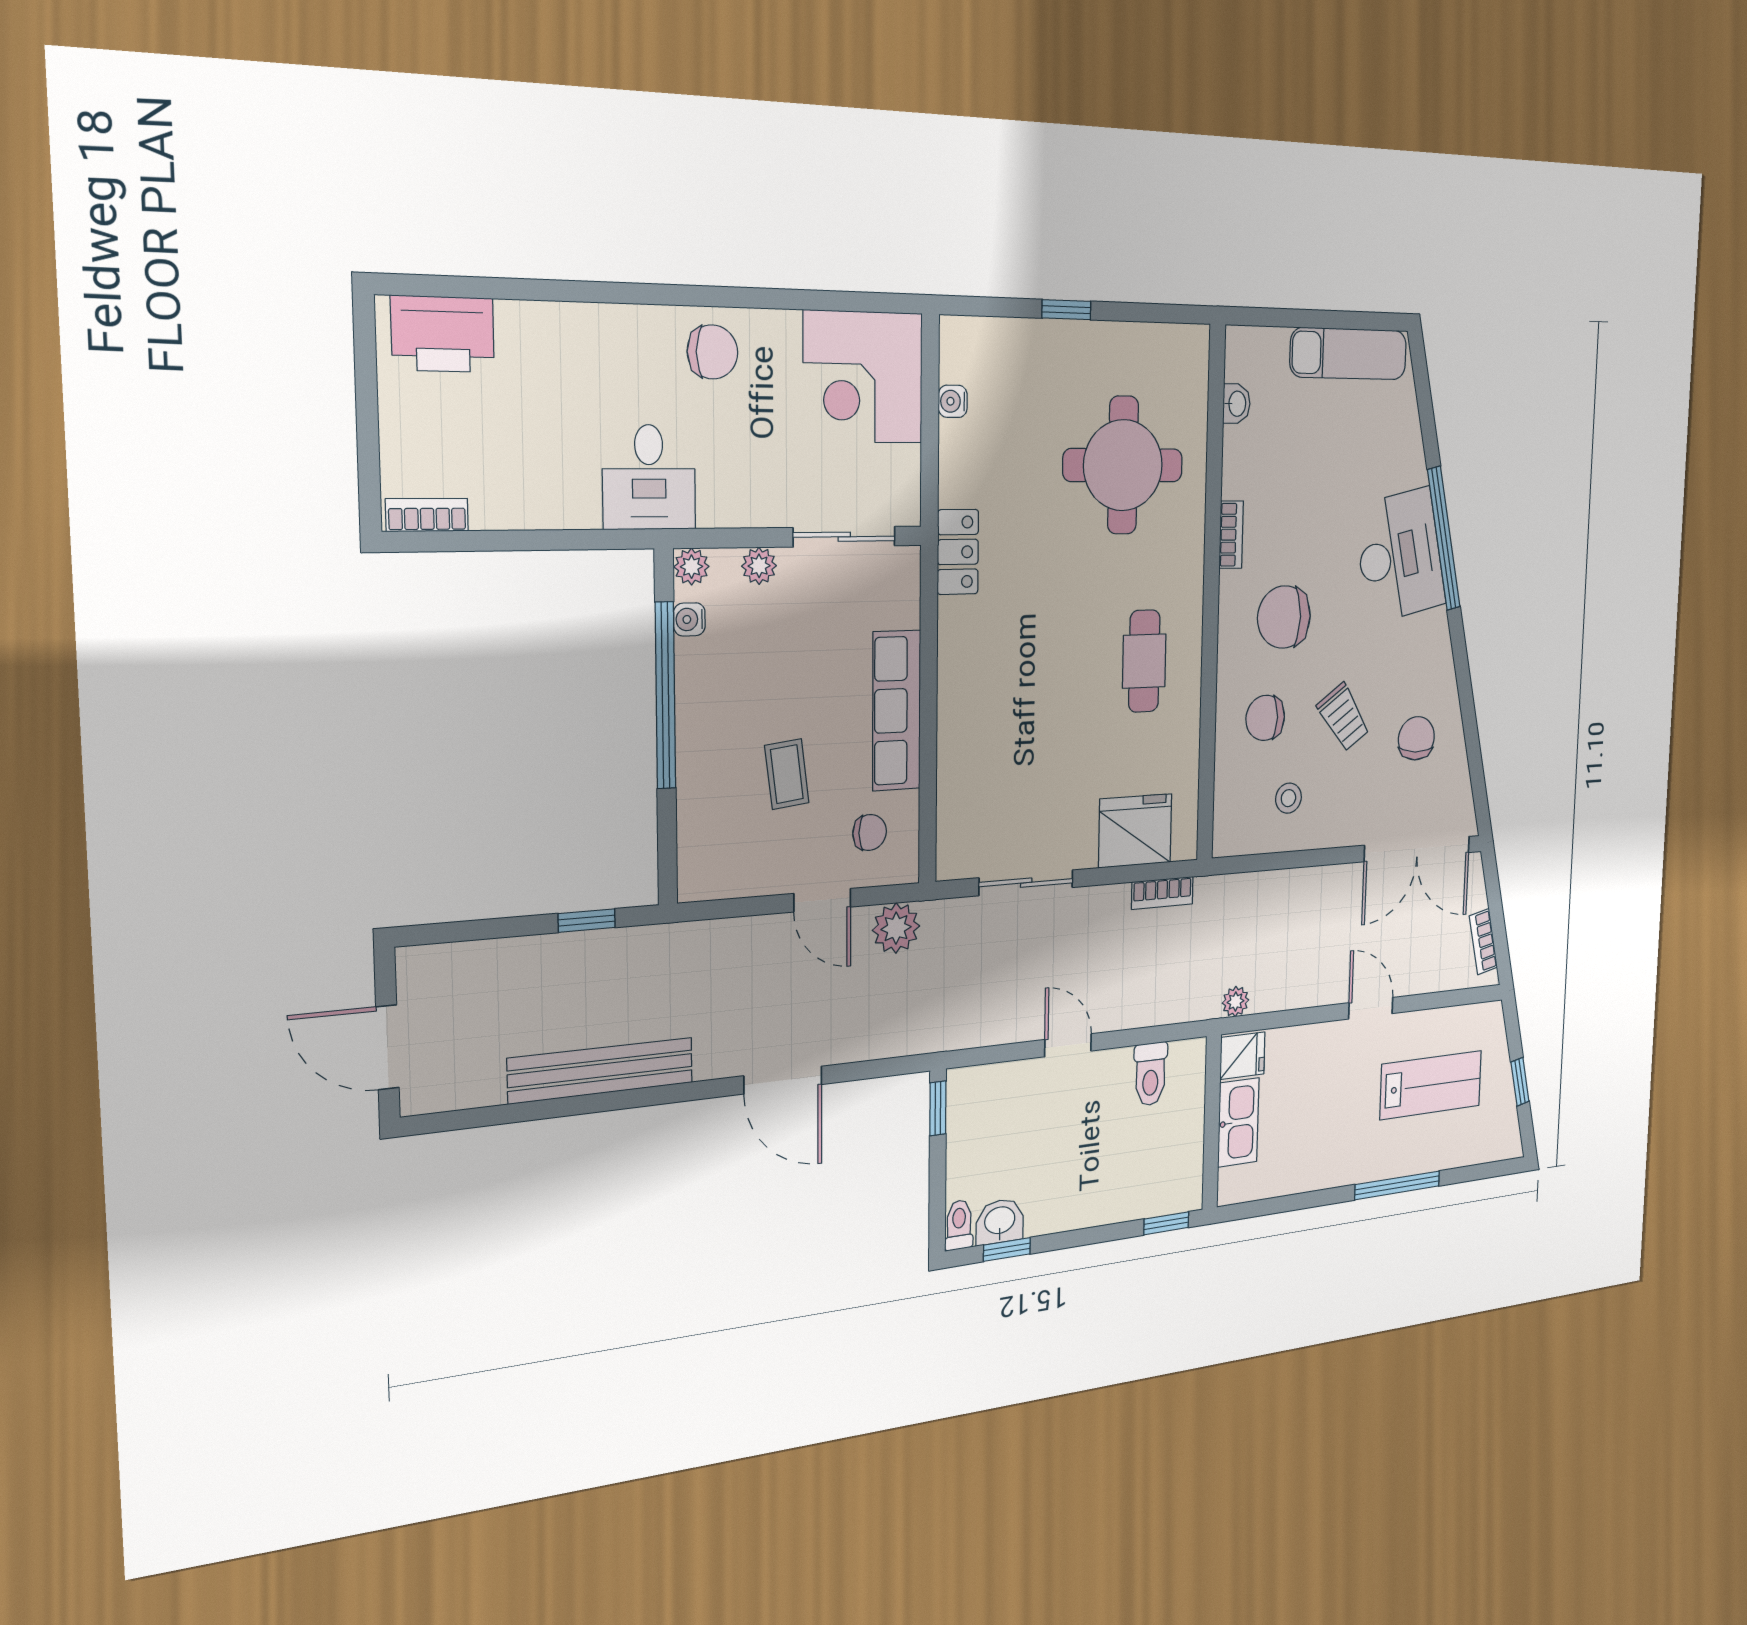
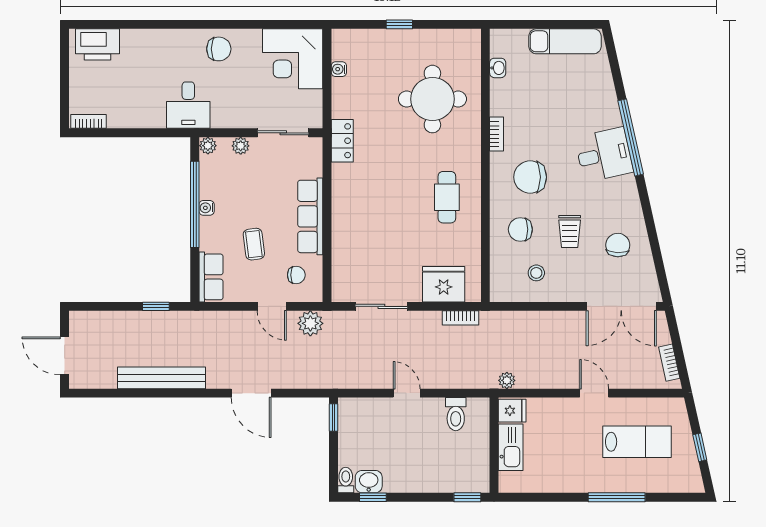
desk: (1400, 556) -> (604, 155), width x0.73
water cooler: (689, 619) -> (207, 208), moved
trolley: (1344, 717) -> (570, 231), turned 35
row of seats: (701, 849) -> (211, 277), added

